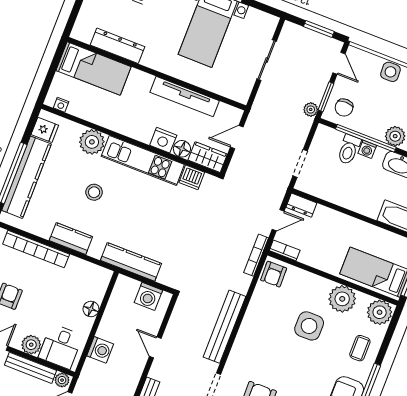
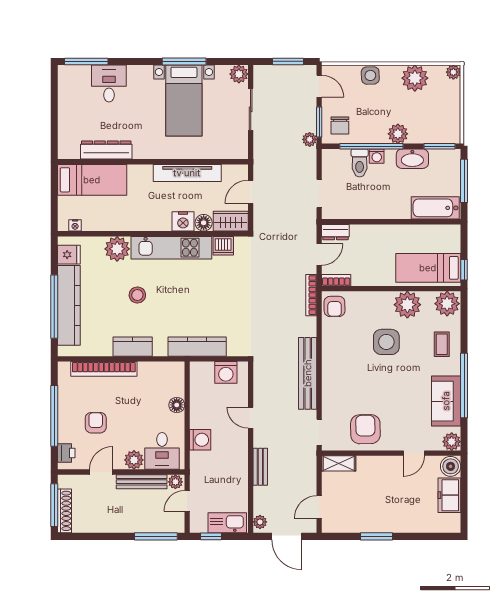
plant: (268, 23) -> (239, 74), added

